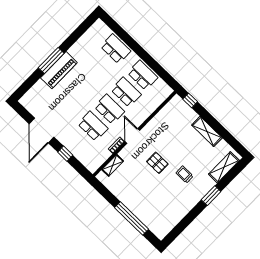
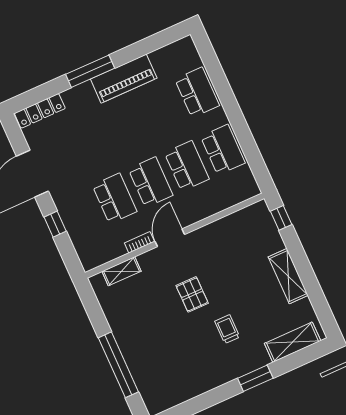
piano: (59, 70) -> (124, 79), moved
locker: (32, 94) -> (40, 111), added

